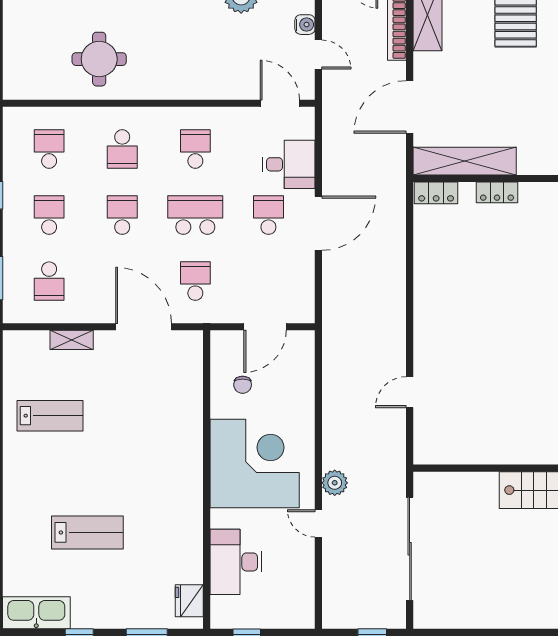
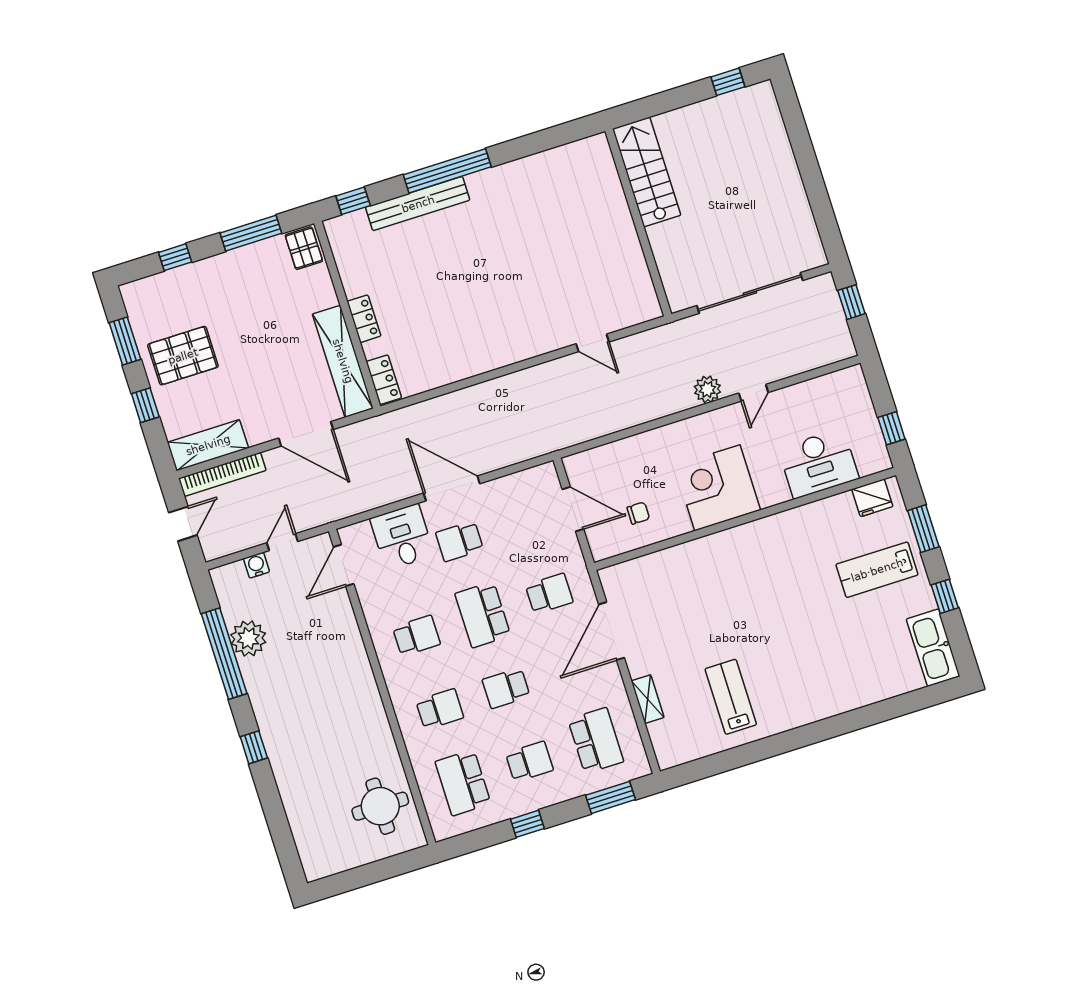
round table: (99, 59) -> (380, 806), moved
school desk: (49, 149) -> (463, 783), width x1.85
school desk: (195, 149) -> (416, 636), turned 180
school desk: (49, 215) -> (529, 762), turned 180
school desk: (49, 281) -> (596, 741), width x1.85
school desk: (195, 281) -> (549, 594), turned 180
corner desk: (255, 464) -> (717, 488), width x0.74, depth x0.74
lab bench: (87, 532) -> (877, 570), moved, turned -90

